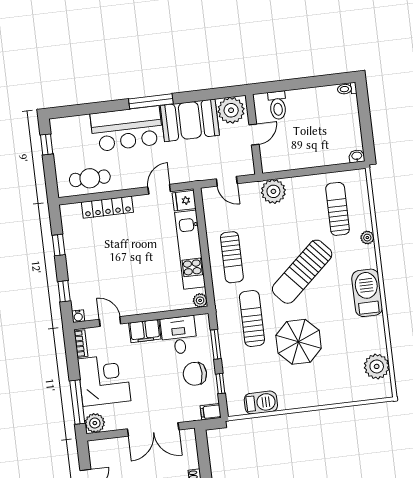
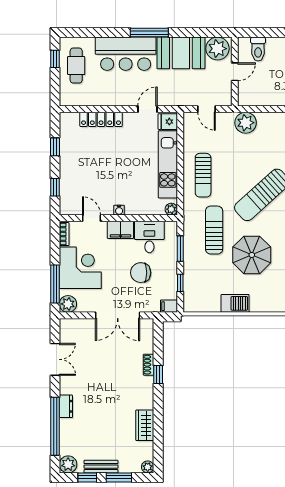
cafe table: (90, 178) -> (76, 66), moved, turned 90
water cooler: (78, 316) -> (119, 210), moved
chair: (195, 374) -> (141, 273), moved
barbecue: (261, 403) -> (235, 303), moved

